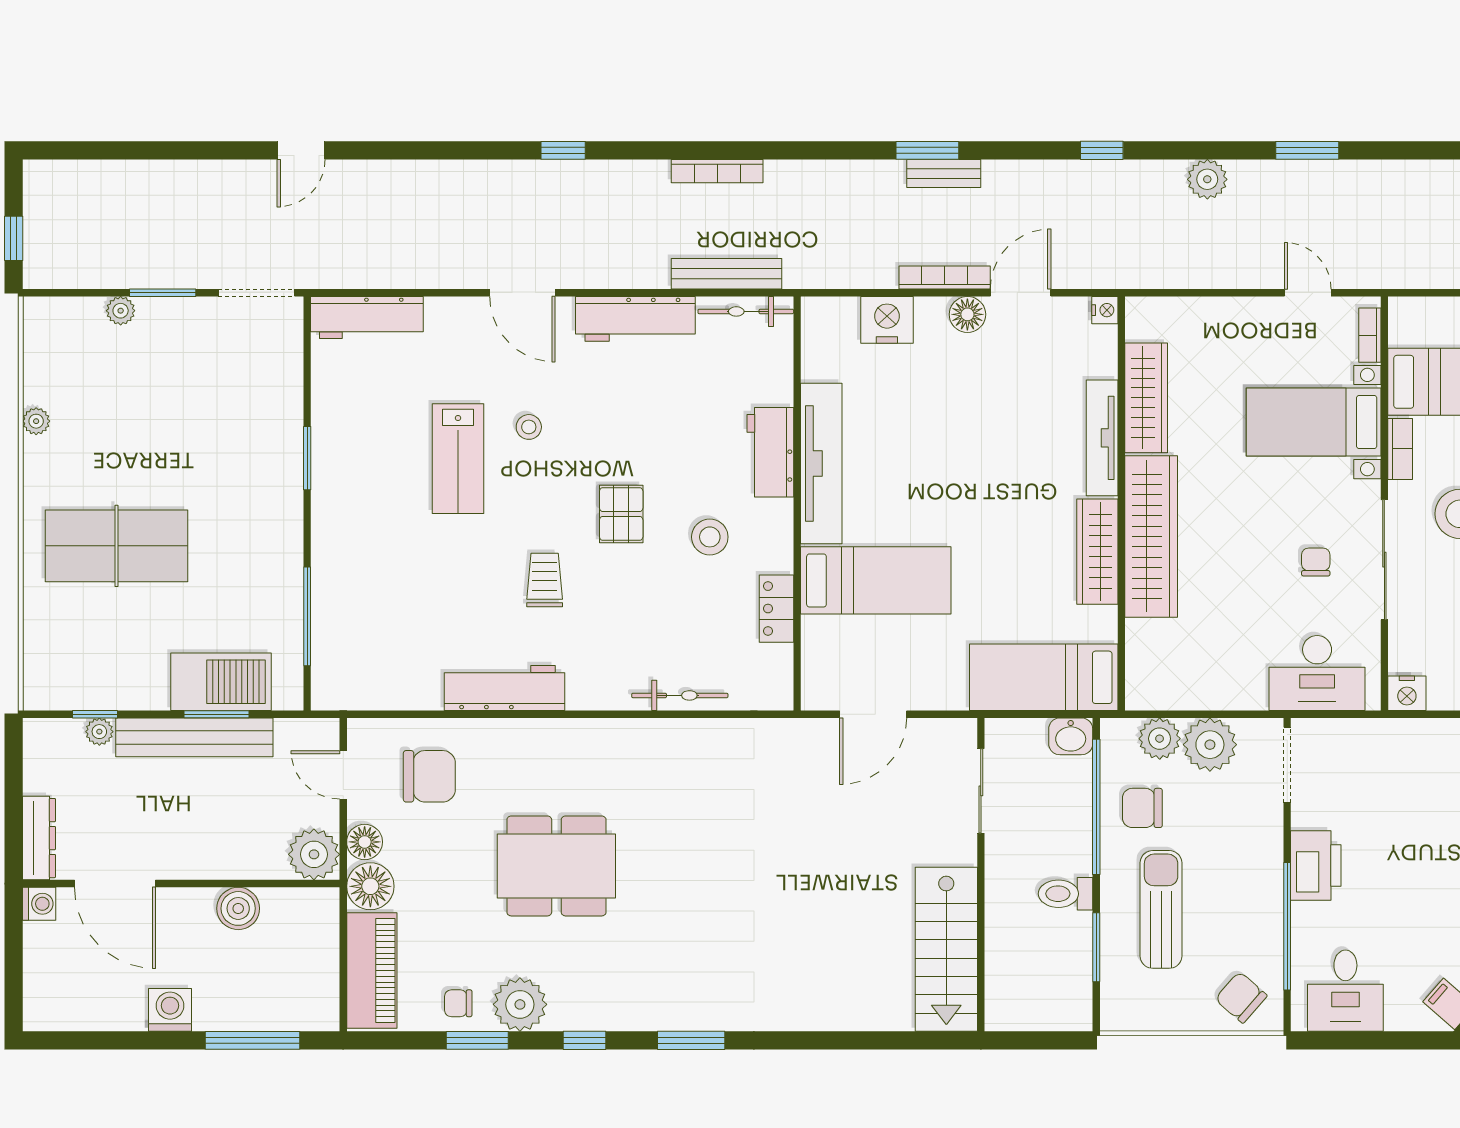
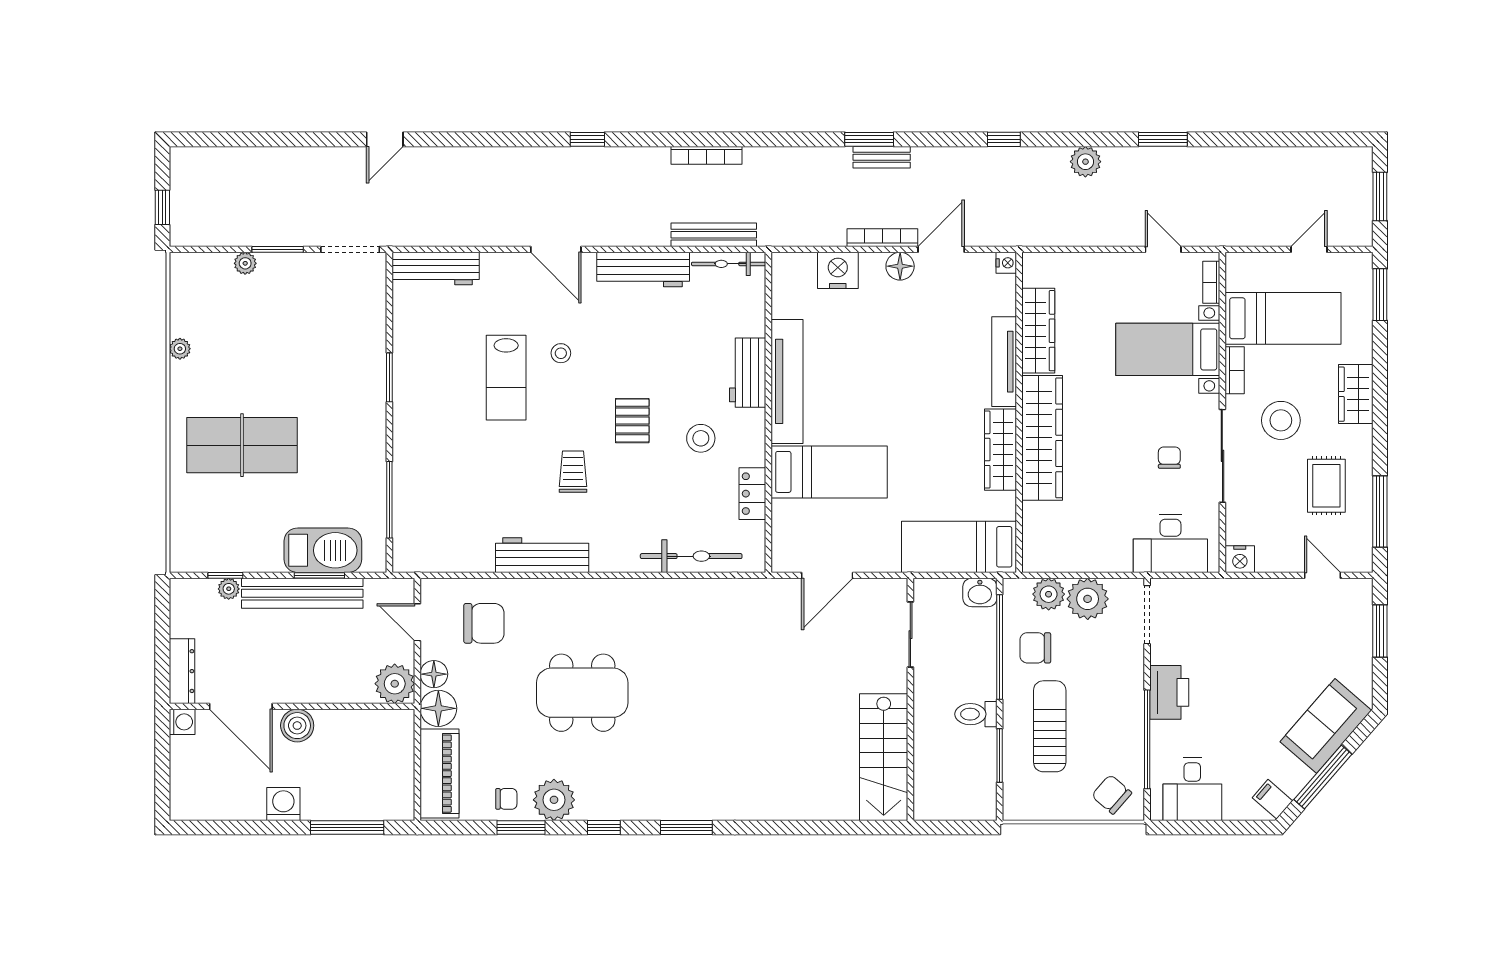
bicycle: (680, 695) -> (691, 556), width x1.37, depth x1.40
boiler: (238, 908) -> (297, 726), moved
chair: (458, 1003) -> (506, 799), turned 180

